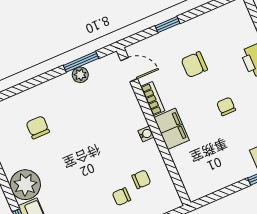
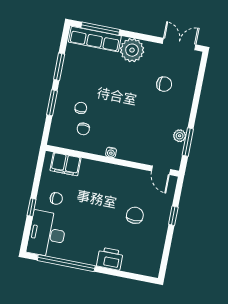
door: (129, 70) -> (161, 170), hinge flipped
bookcase: (153, 99) -> (131, 173), removed
chair: (226, 106) -> (56, 198), moved
filing cabinet: (172, 129) -> (65, 164), moved

